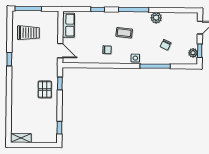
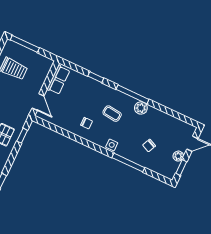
plant: (156, 18) -> (141, 108), moved
plant: (193, 53) -> (178, 156), moved

